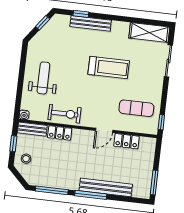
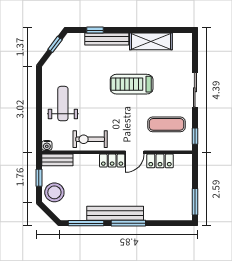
shelving: (149, 32) -> (151, 41), moved
sliding door: (168, 61) -> (195, 90), moved
treadmill: (109, 67) -> (132, 84), turned 180
exercise bike: (65, 114) -> (90, 139), turned 180
locker: (60, 133) -> (112, 161), moved
stool: (26, 159) -> (54, 192), width x1.89, depth x1.89
bench: (106, 187) -> (115, 213), moved

